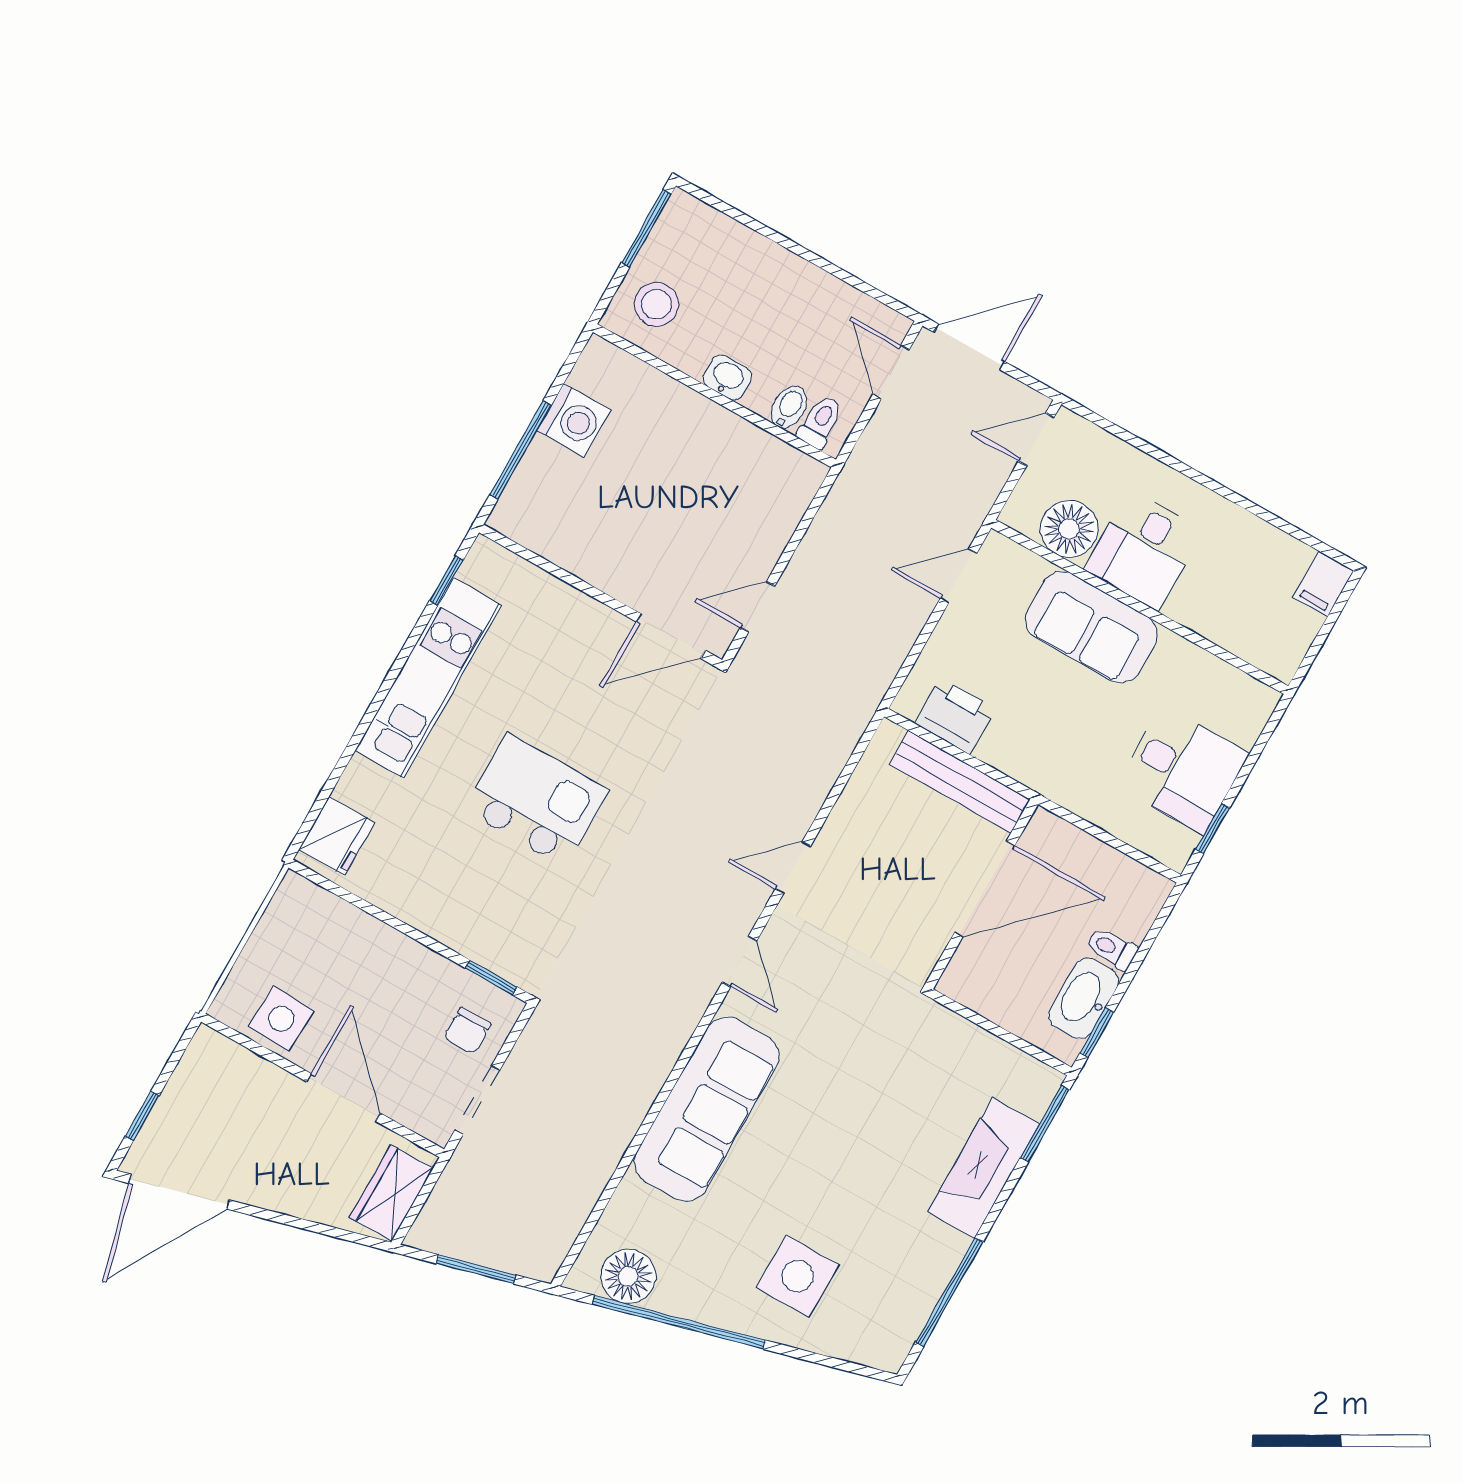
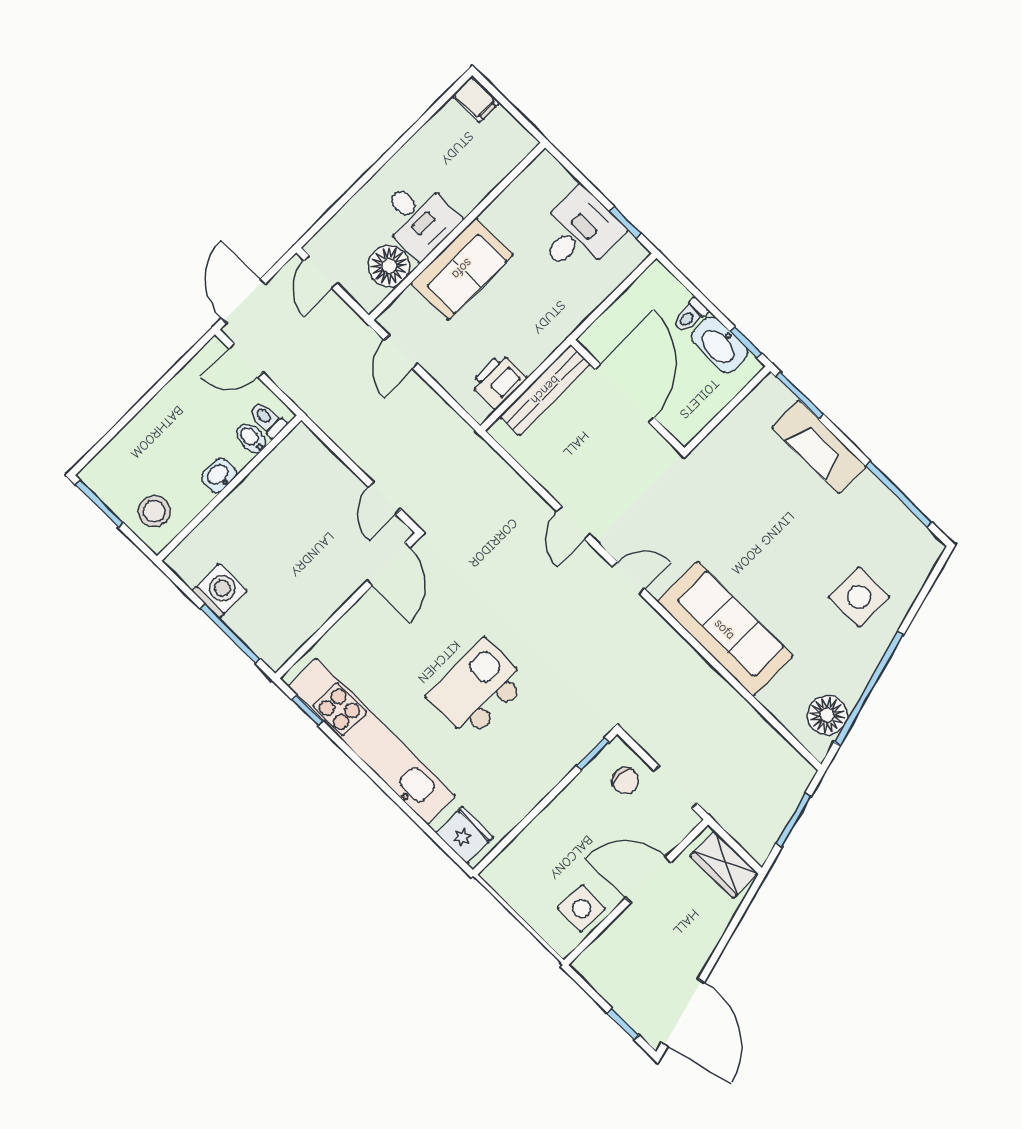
kitchen unit: (428, 678) -> (372, 741), width x1.36

